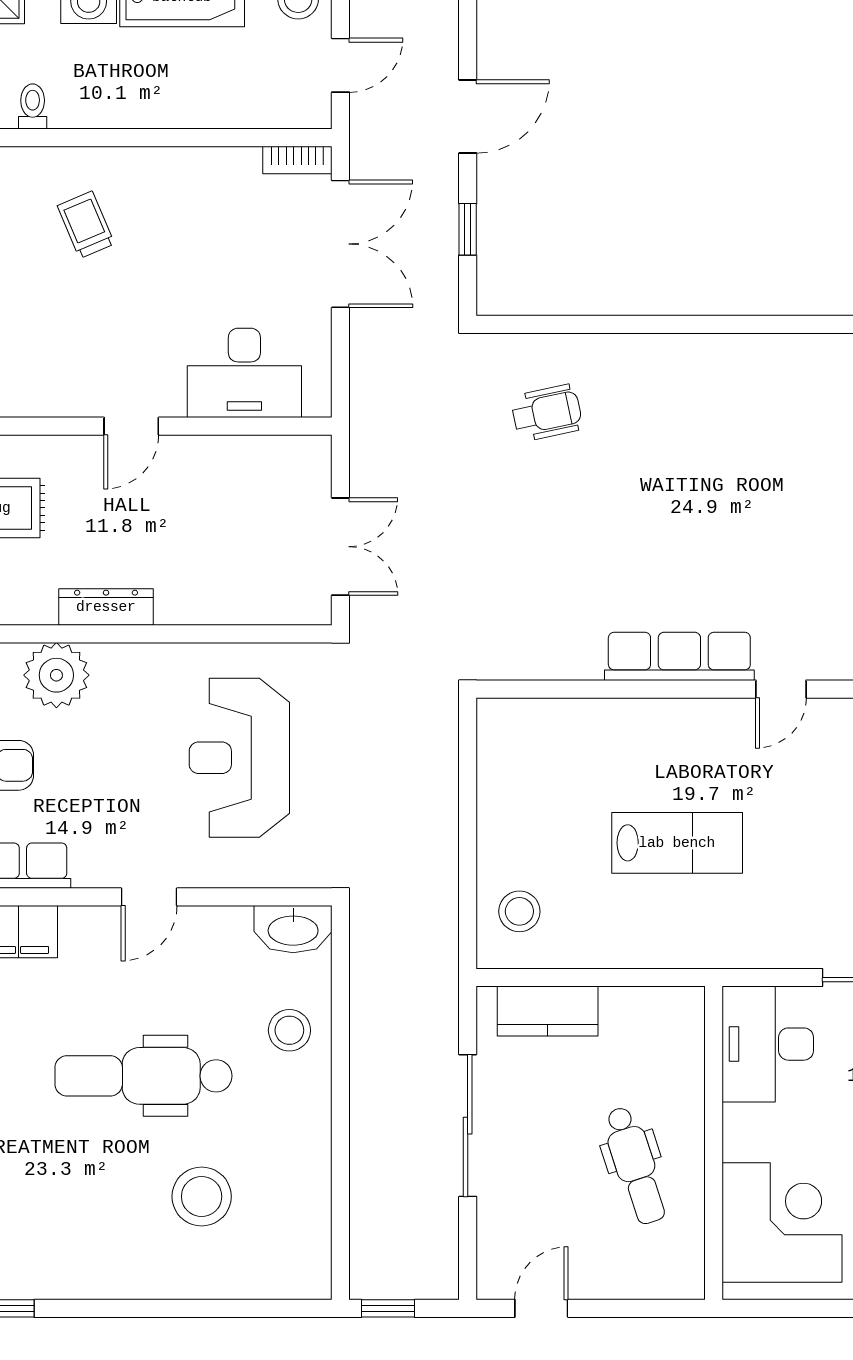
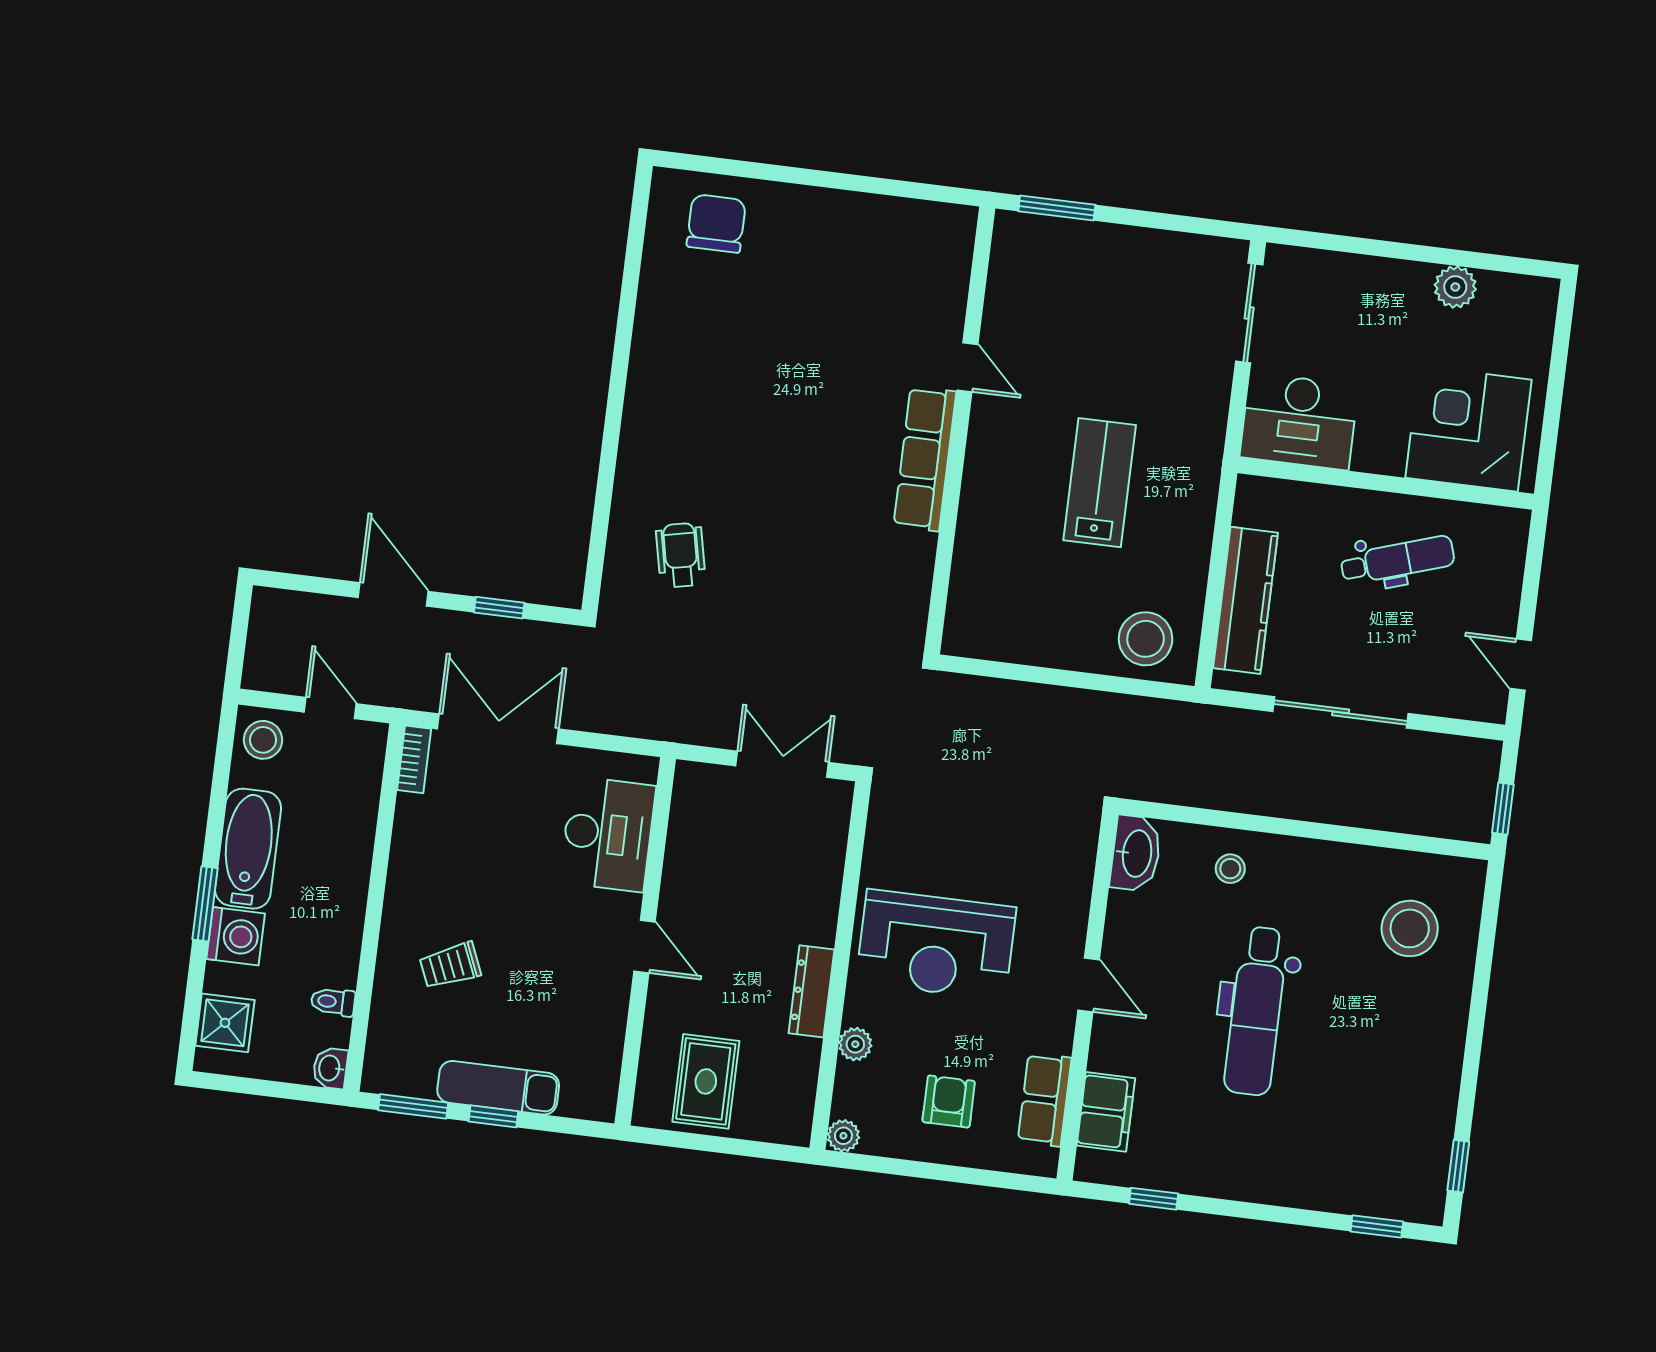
plant: (56, 675) -> (855, 1044), width x0.53, depth x0.53
reception desk: (239, 758) -> (936, 945), moved
stool: (519, 911) -> (1146, 639), width x1.38, depth x1.38
kitchen counter: (548, 1011) -> (1245, 600), width x1.50
stool: (289, 1030) -> (1230, 869), width x0.73, depth x0.73
stool: (202, 1197) -> (1410, 928), moved

